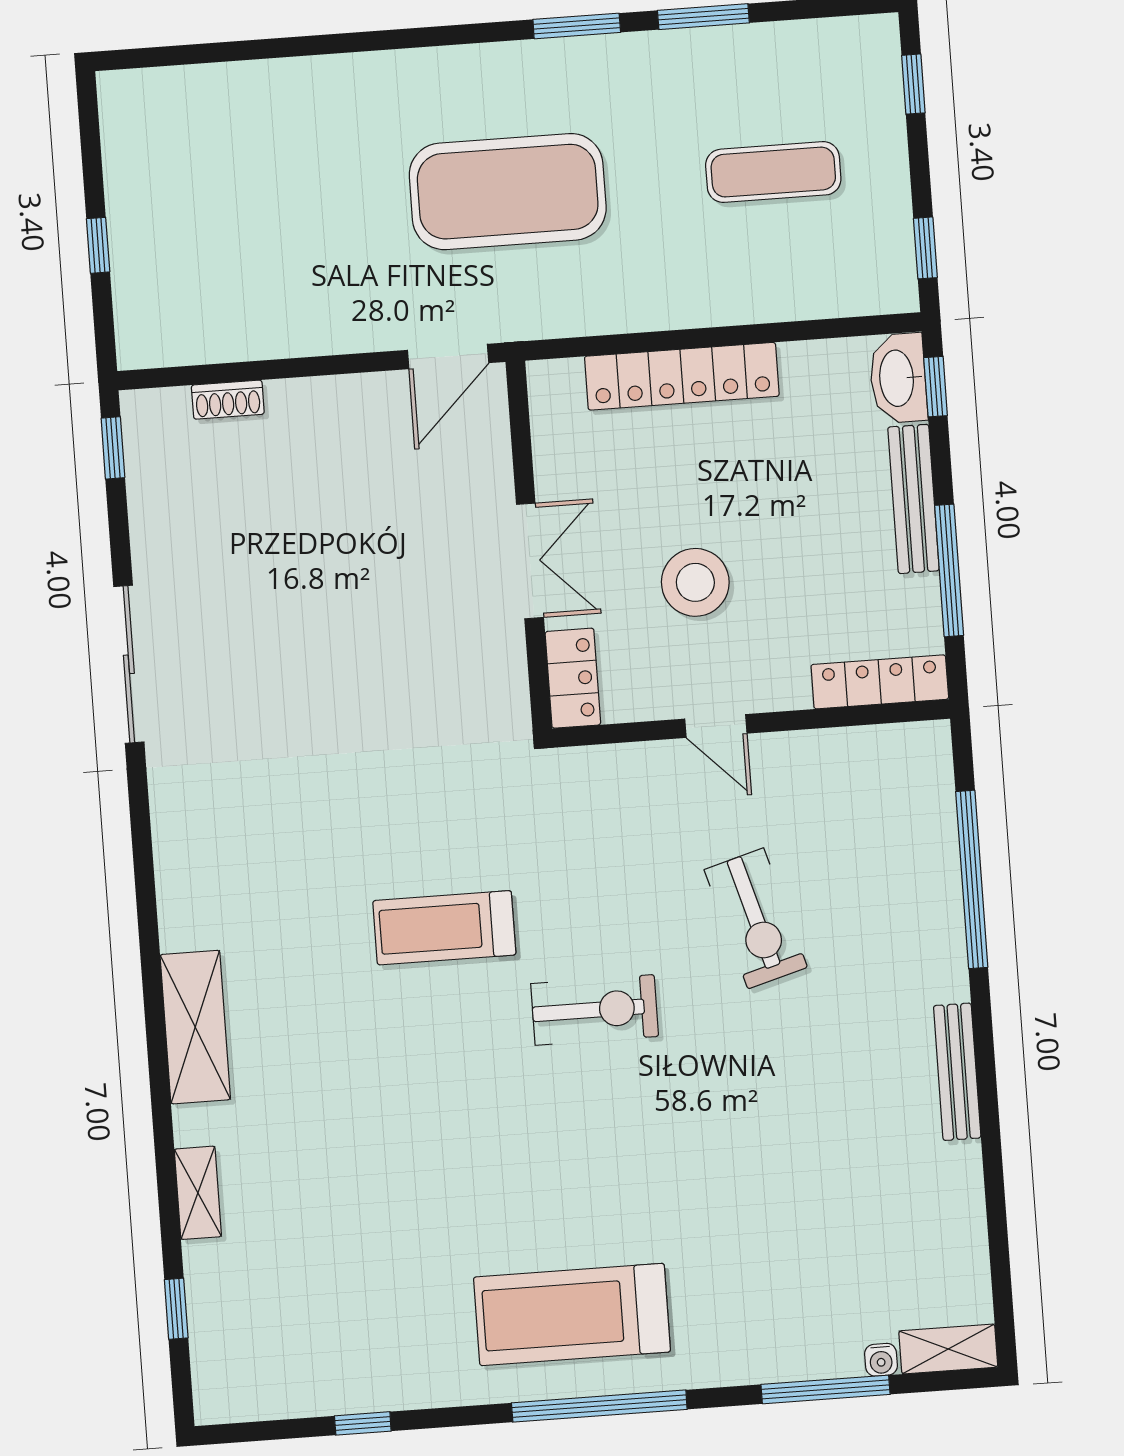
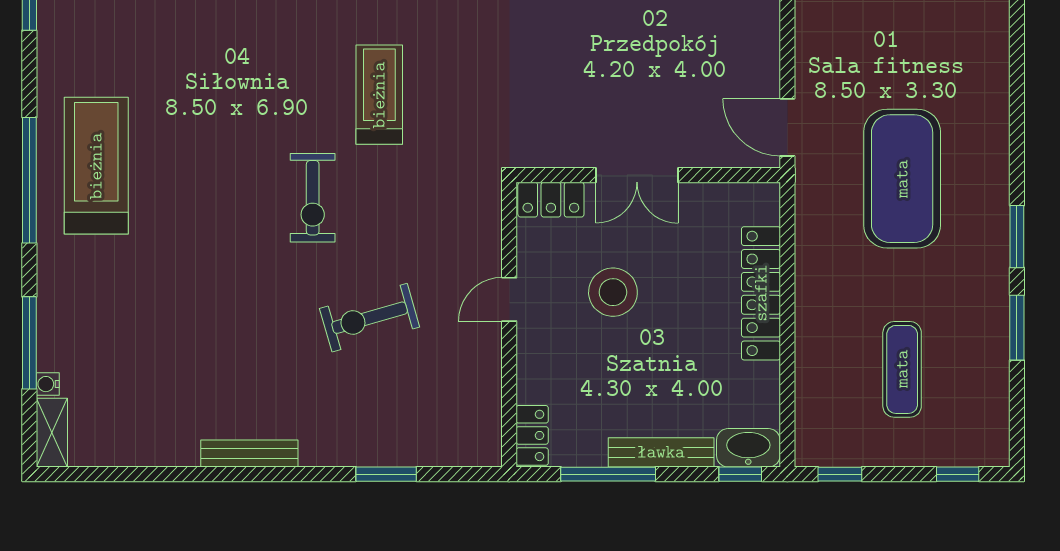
locker: (880, 682) -> (532, 435), width x0.66
window: (972, 879) -> (386, 474), width x0.47

